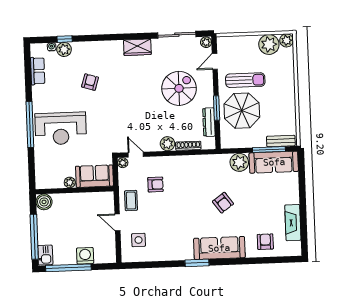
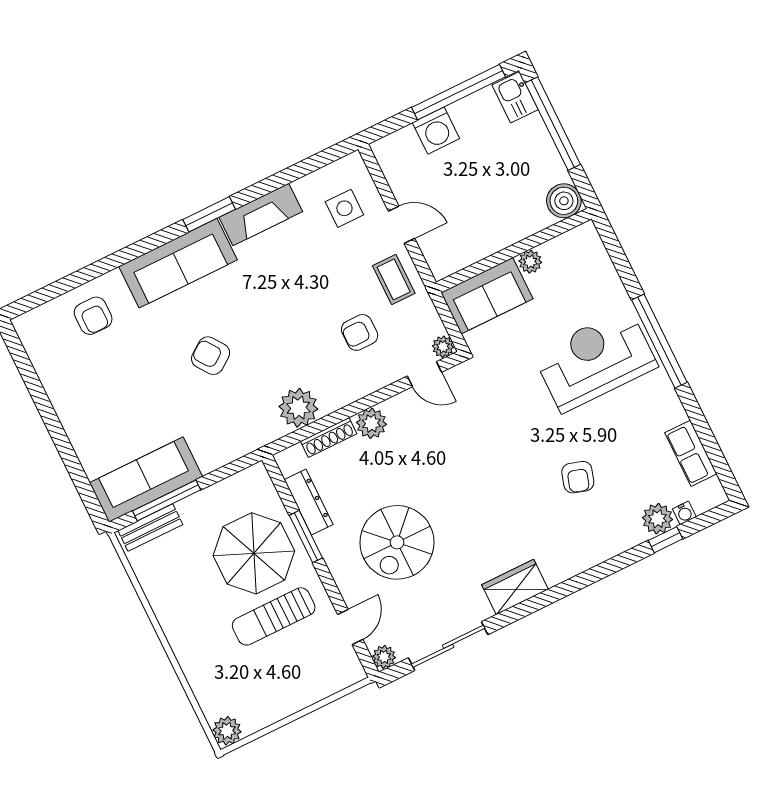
plant: (269, 44) -> (258, 707), removed
plant: (239, 162) -> (298, 408), moved
fireplace: (293, 223) -> (261, 214), moved, turned 90

